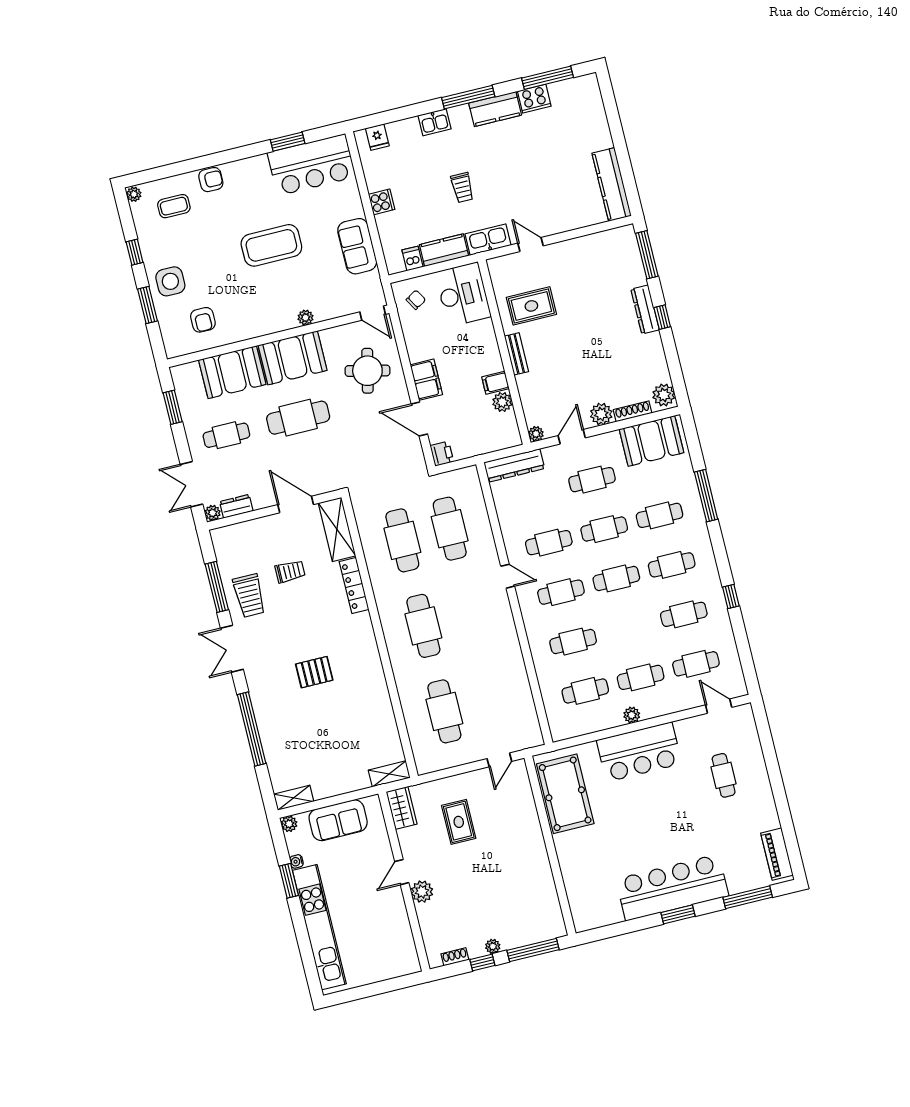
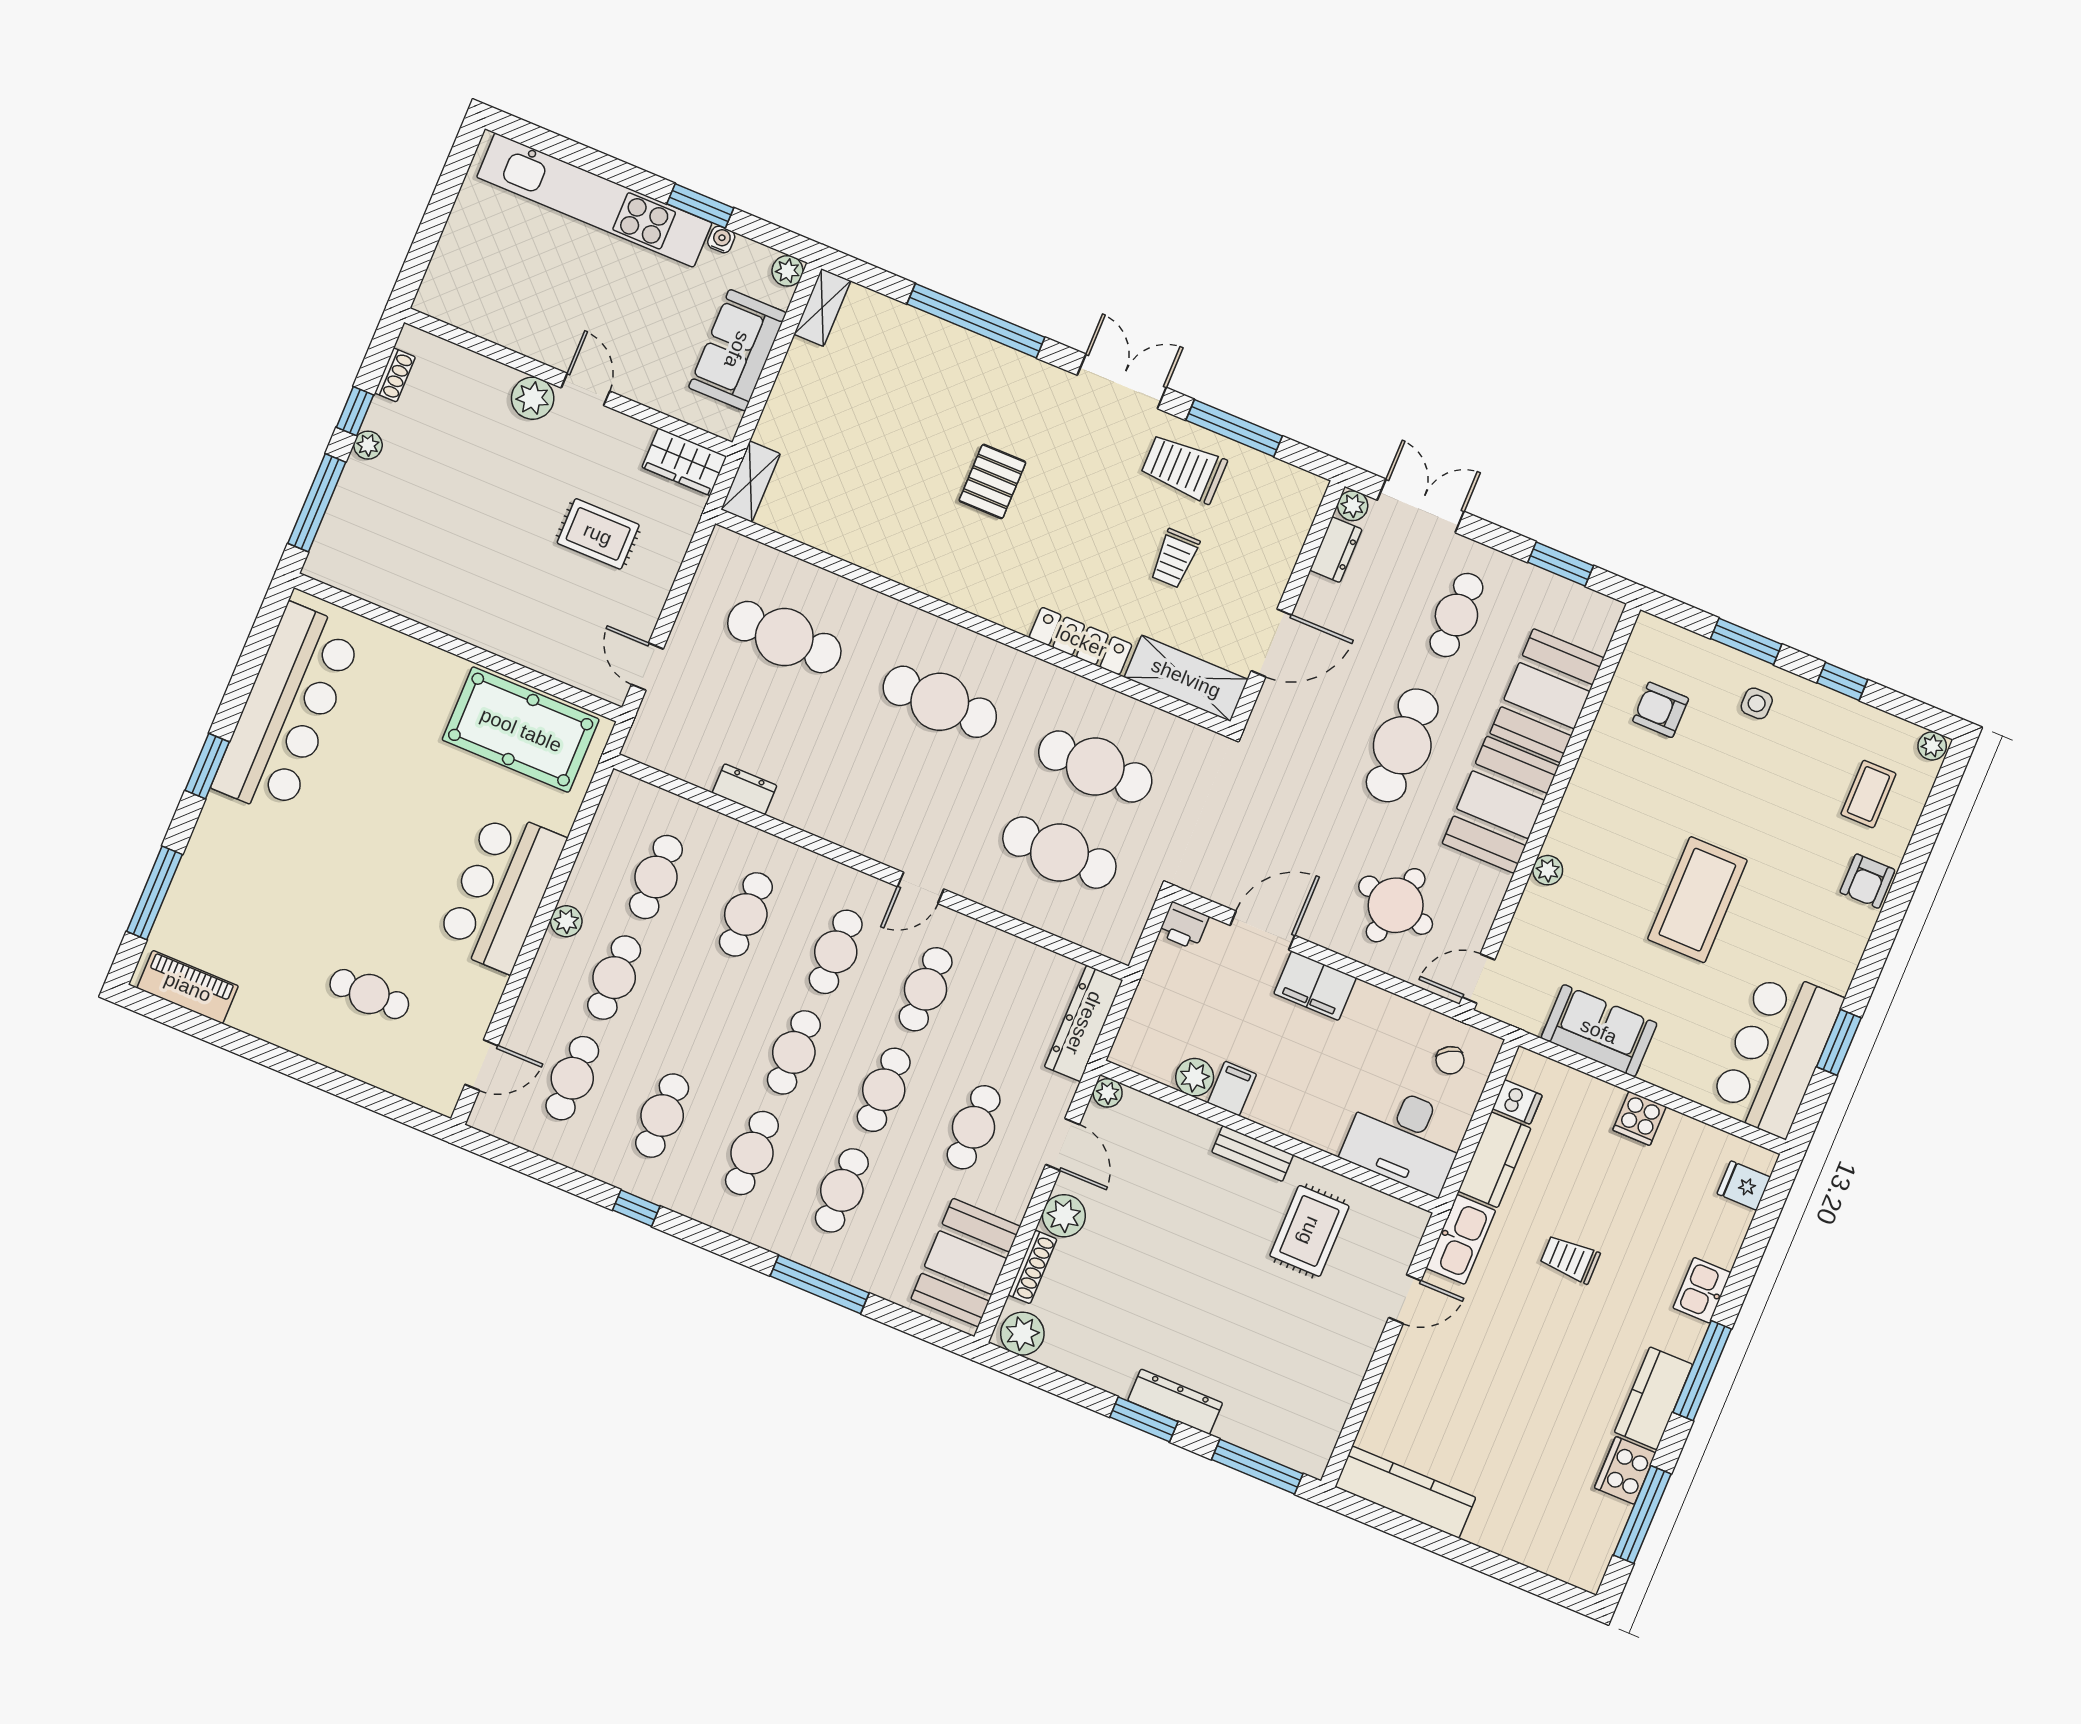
side table: (170, 281) -> (1757, 703), width x0.54, depth x0.54
window: (662, 317) -> (1144, 1419), width x1.50
dresser: (521, 681) -> (745, 789), added
bar counter: (672, 888) -> (287, 710), moved

